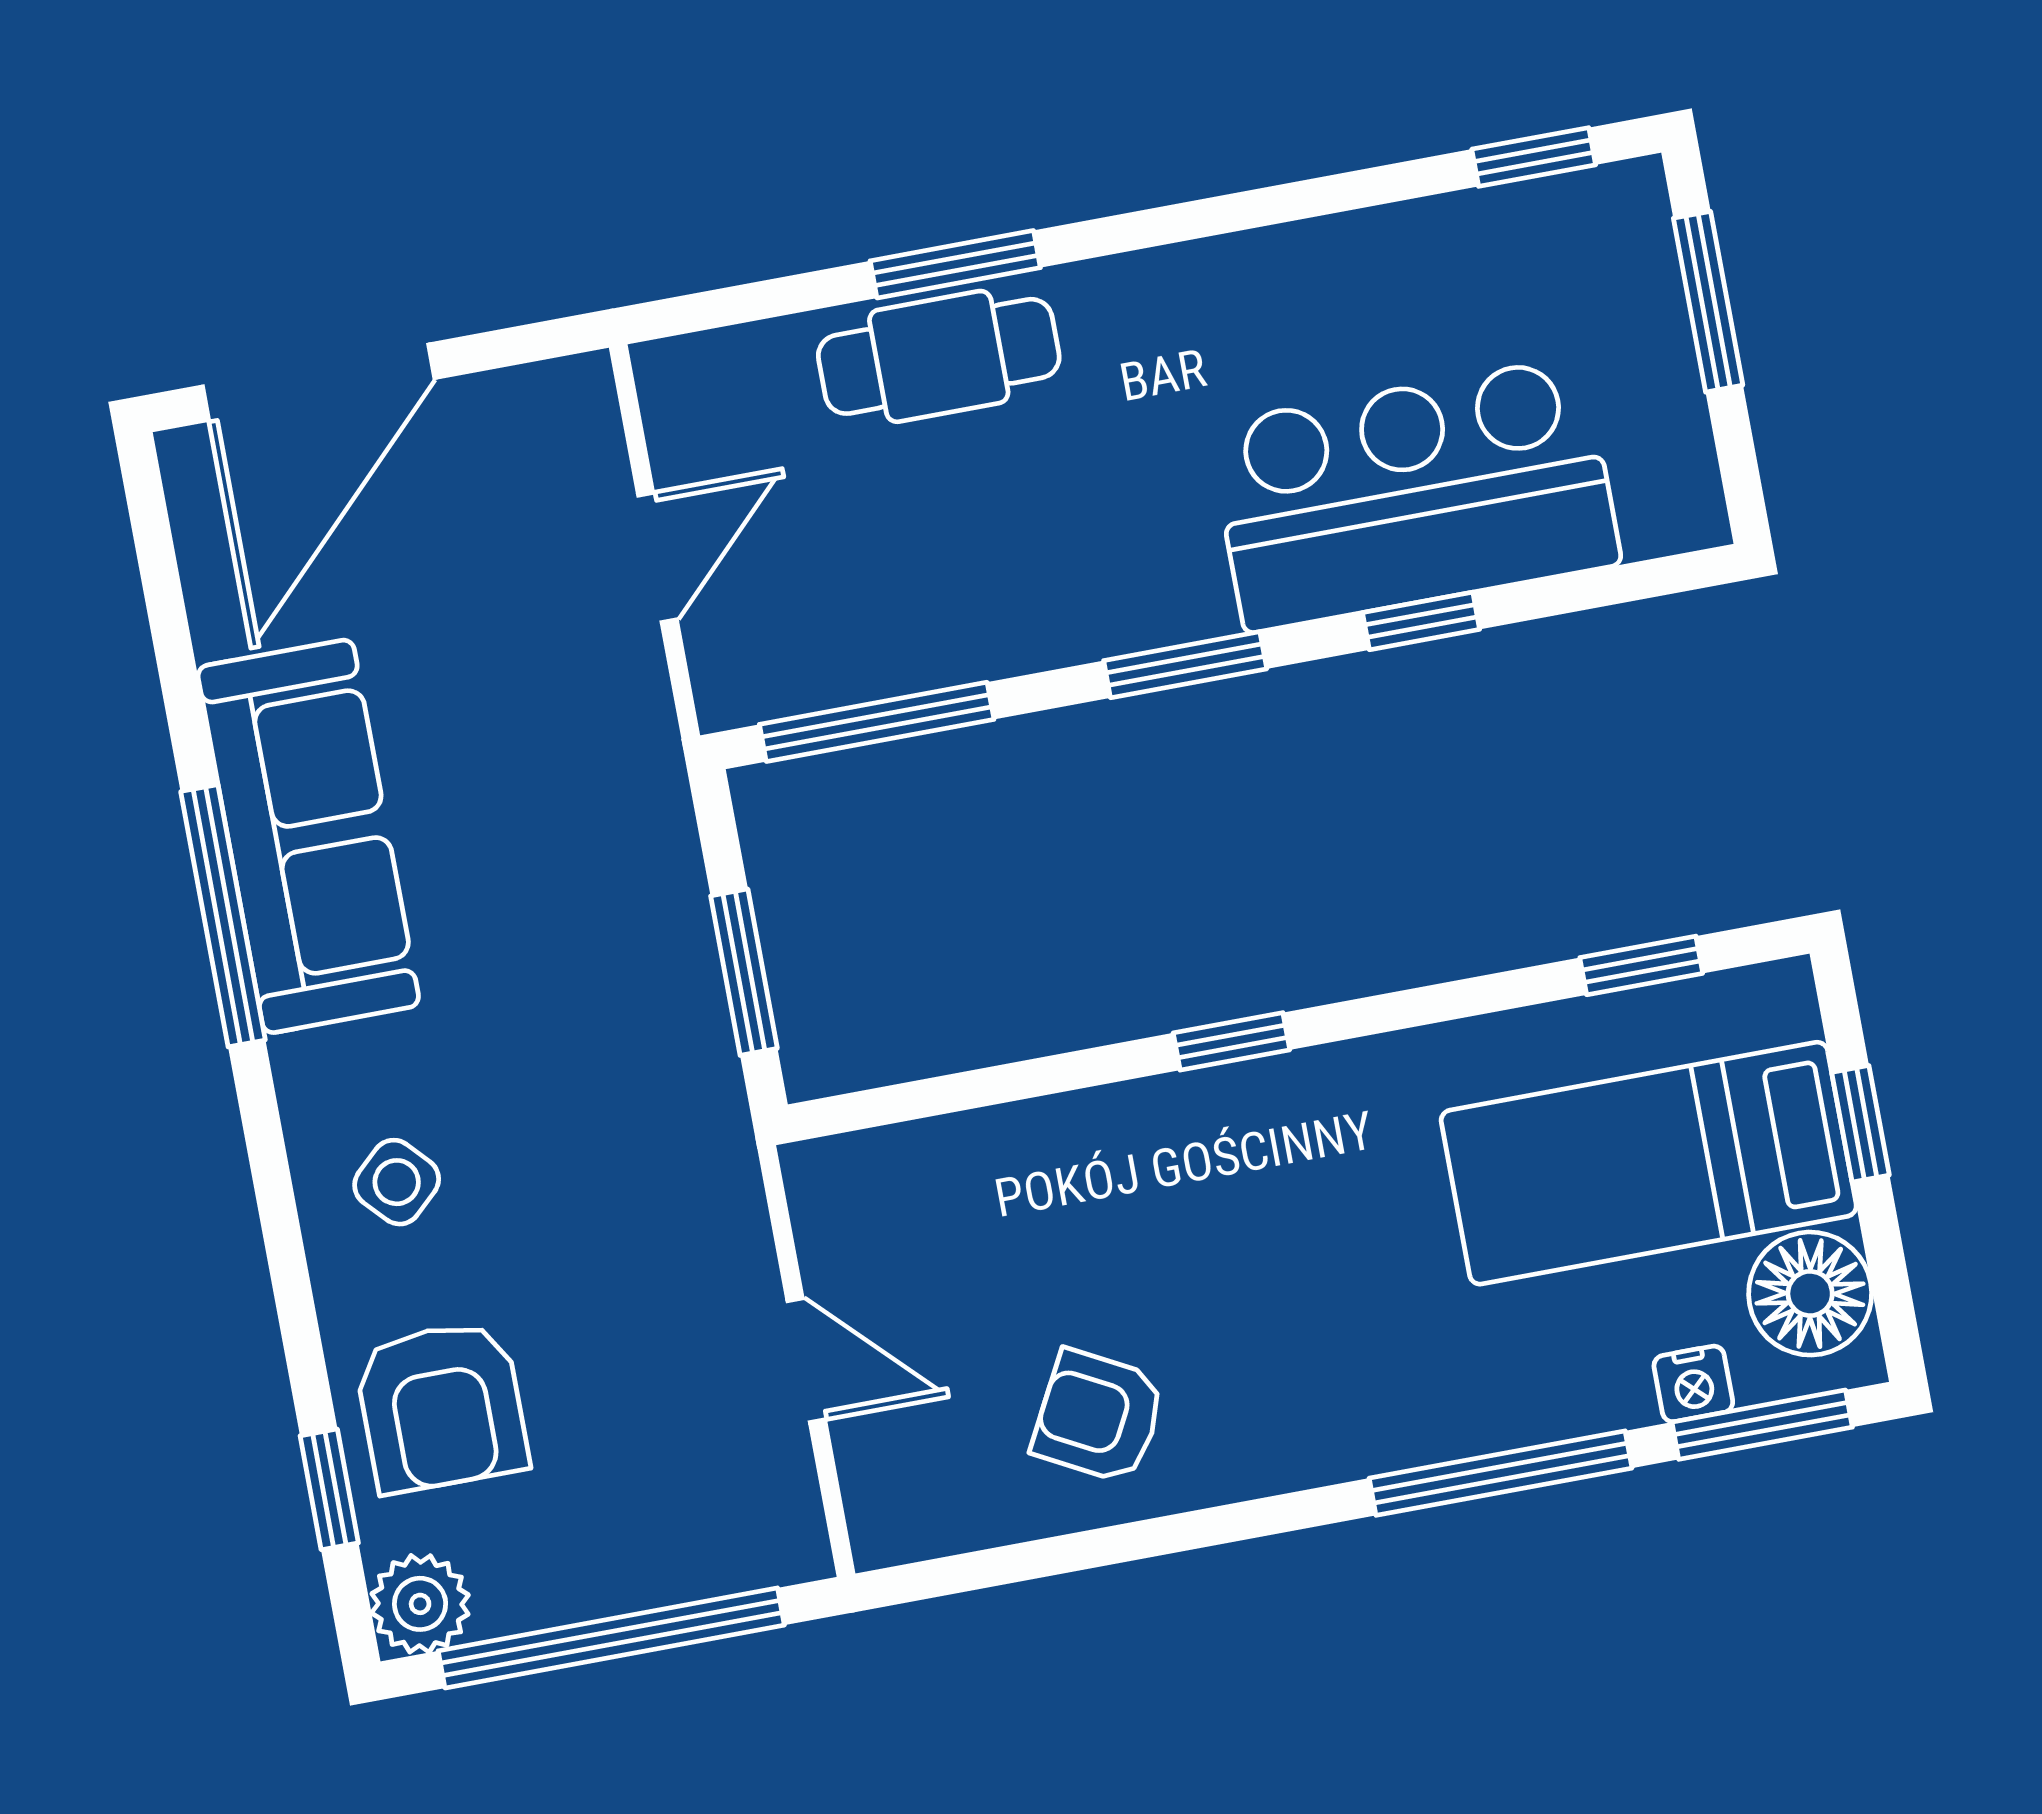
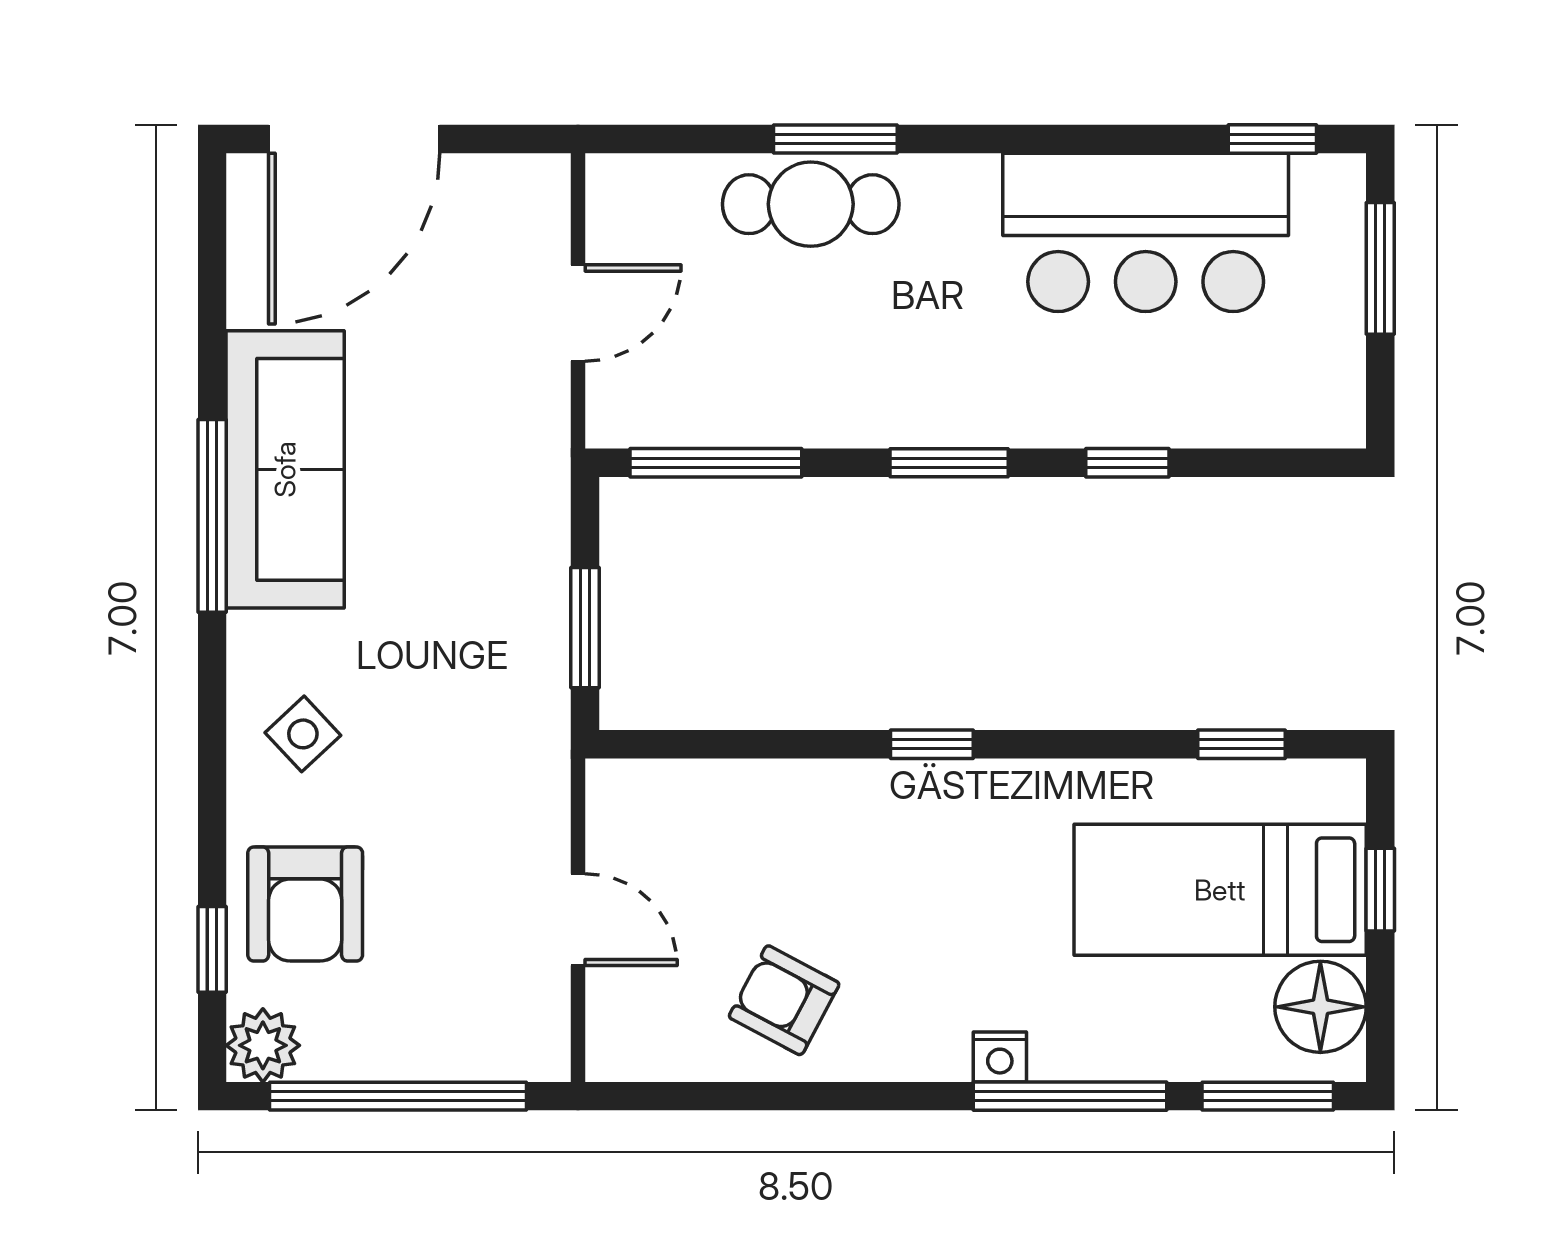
bar counter: (1414, 494) -> (1146, 232), moved, turned 180
nightstand: (1693, 1384) -> (1000, 1057), moved

